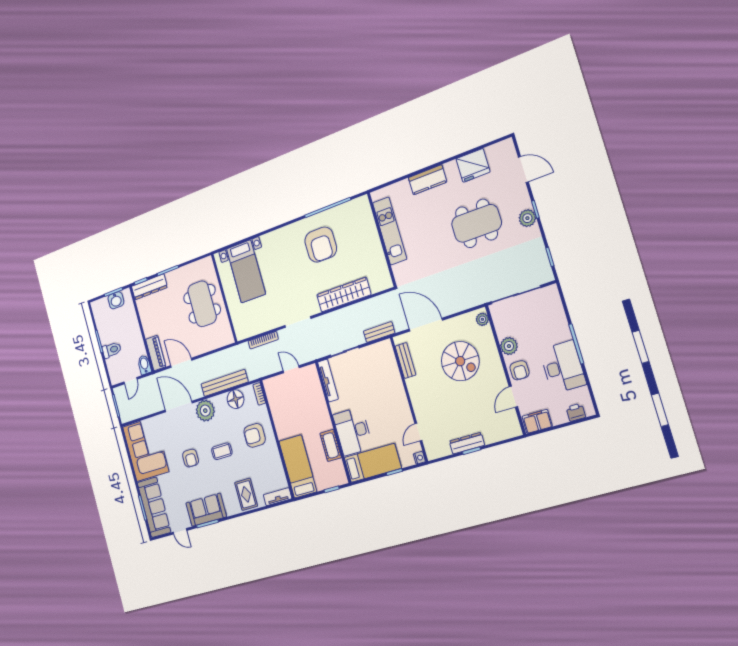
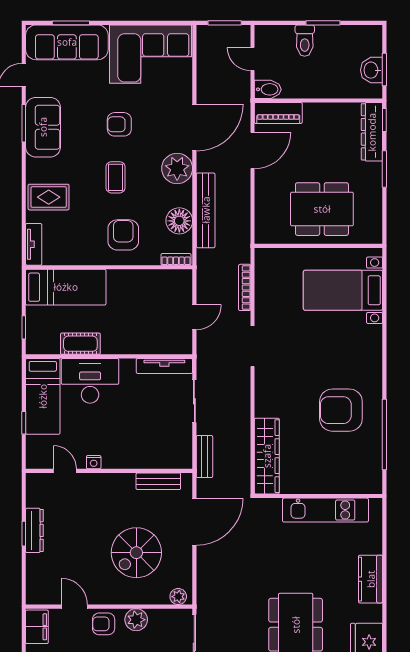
wardrobe: (344, 295) -> (267, 456), moved
nightstand: (419, 458) -> (94, 462), moved

